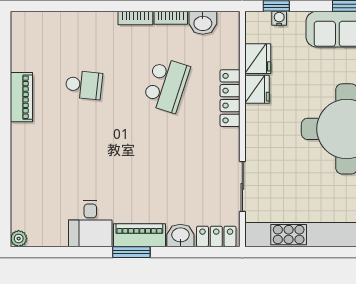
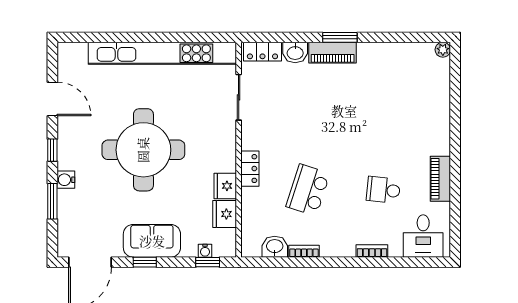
bookcase: (135, 18) -> (372, 251), moved
locker: (230, 98) -> (250, 169), width x0.66
desk: (90, 224) -> (423, 236), moved, turned 180

